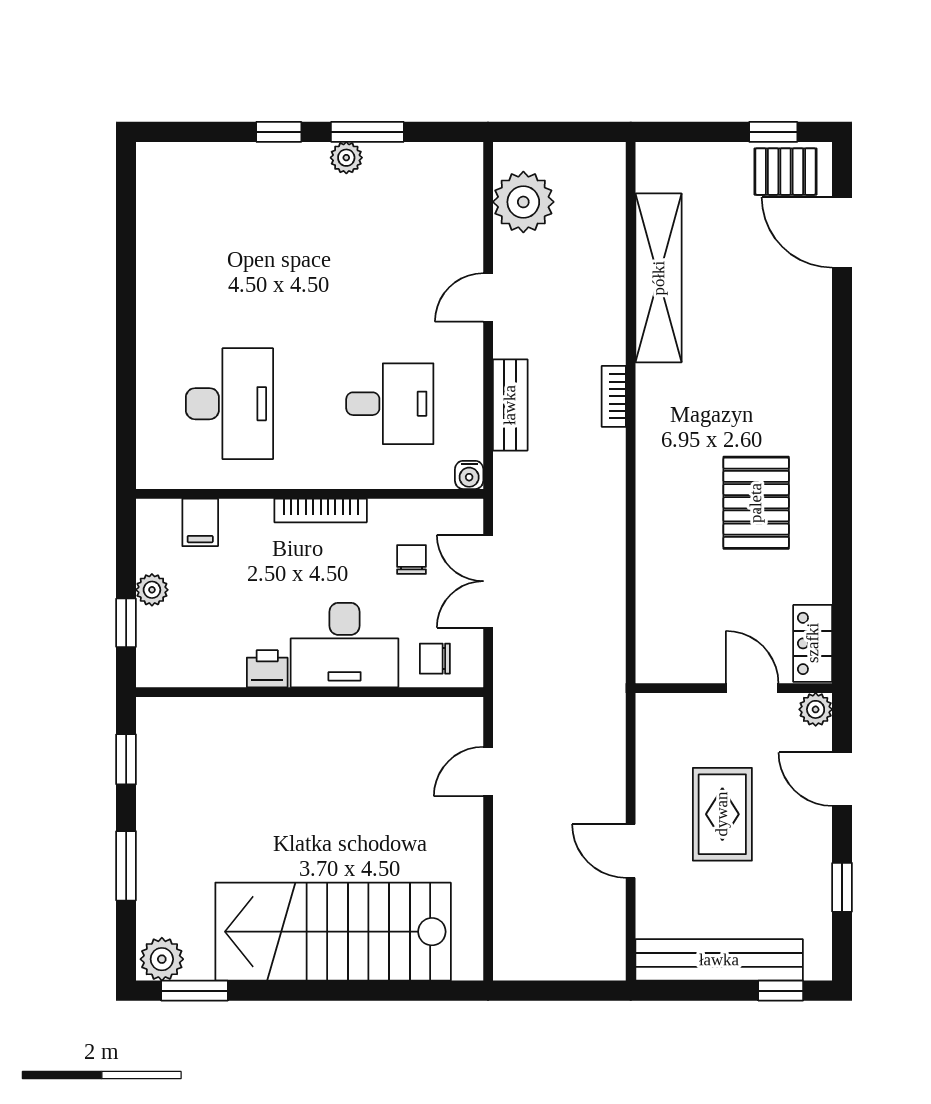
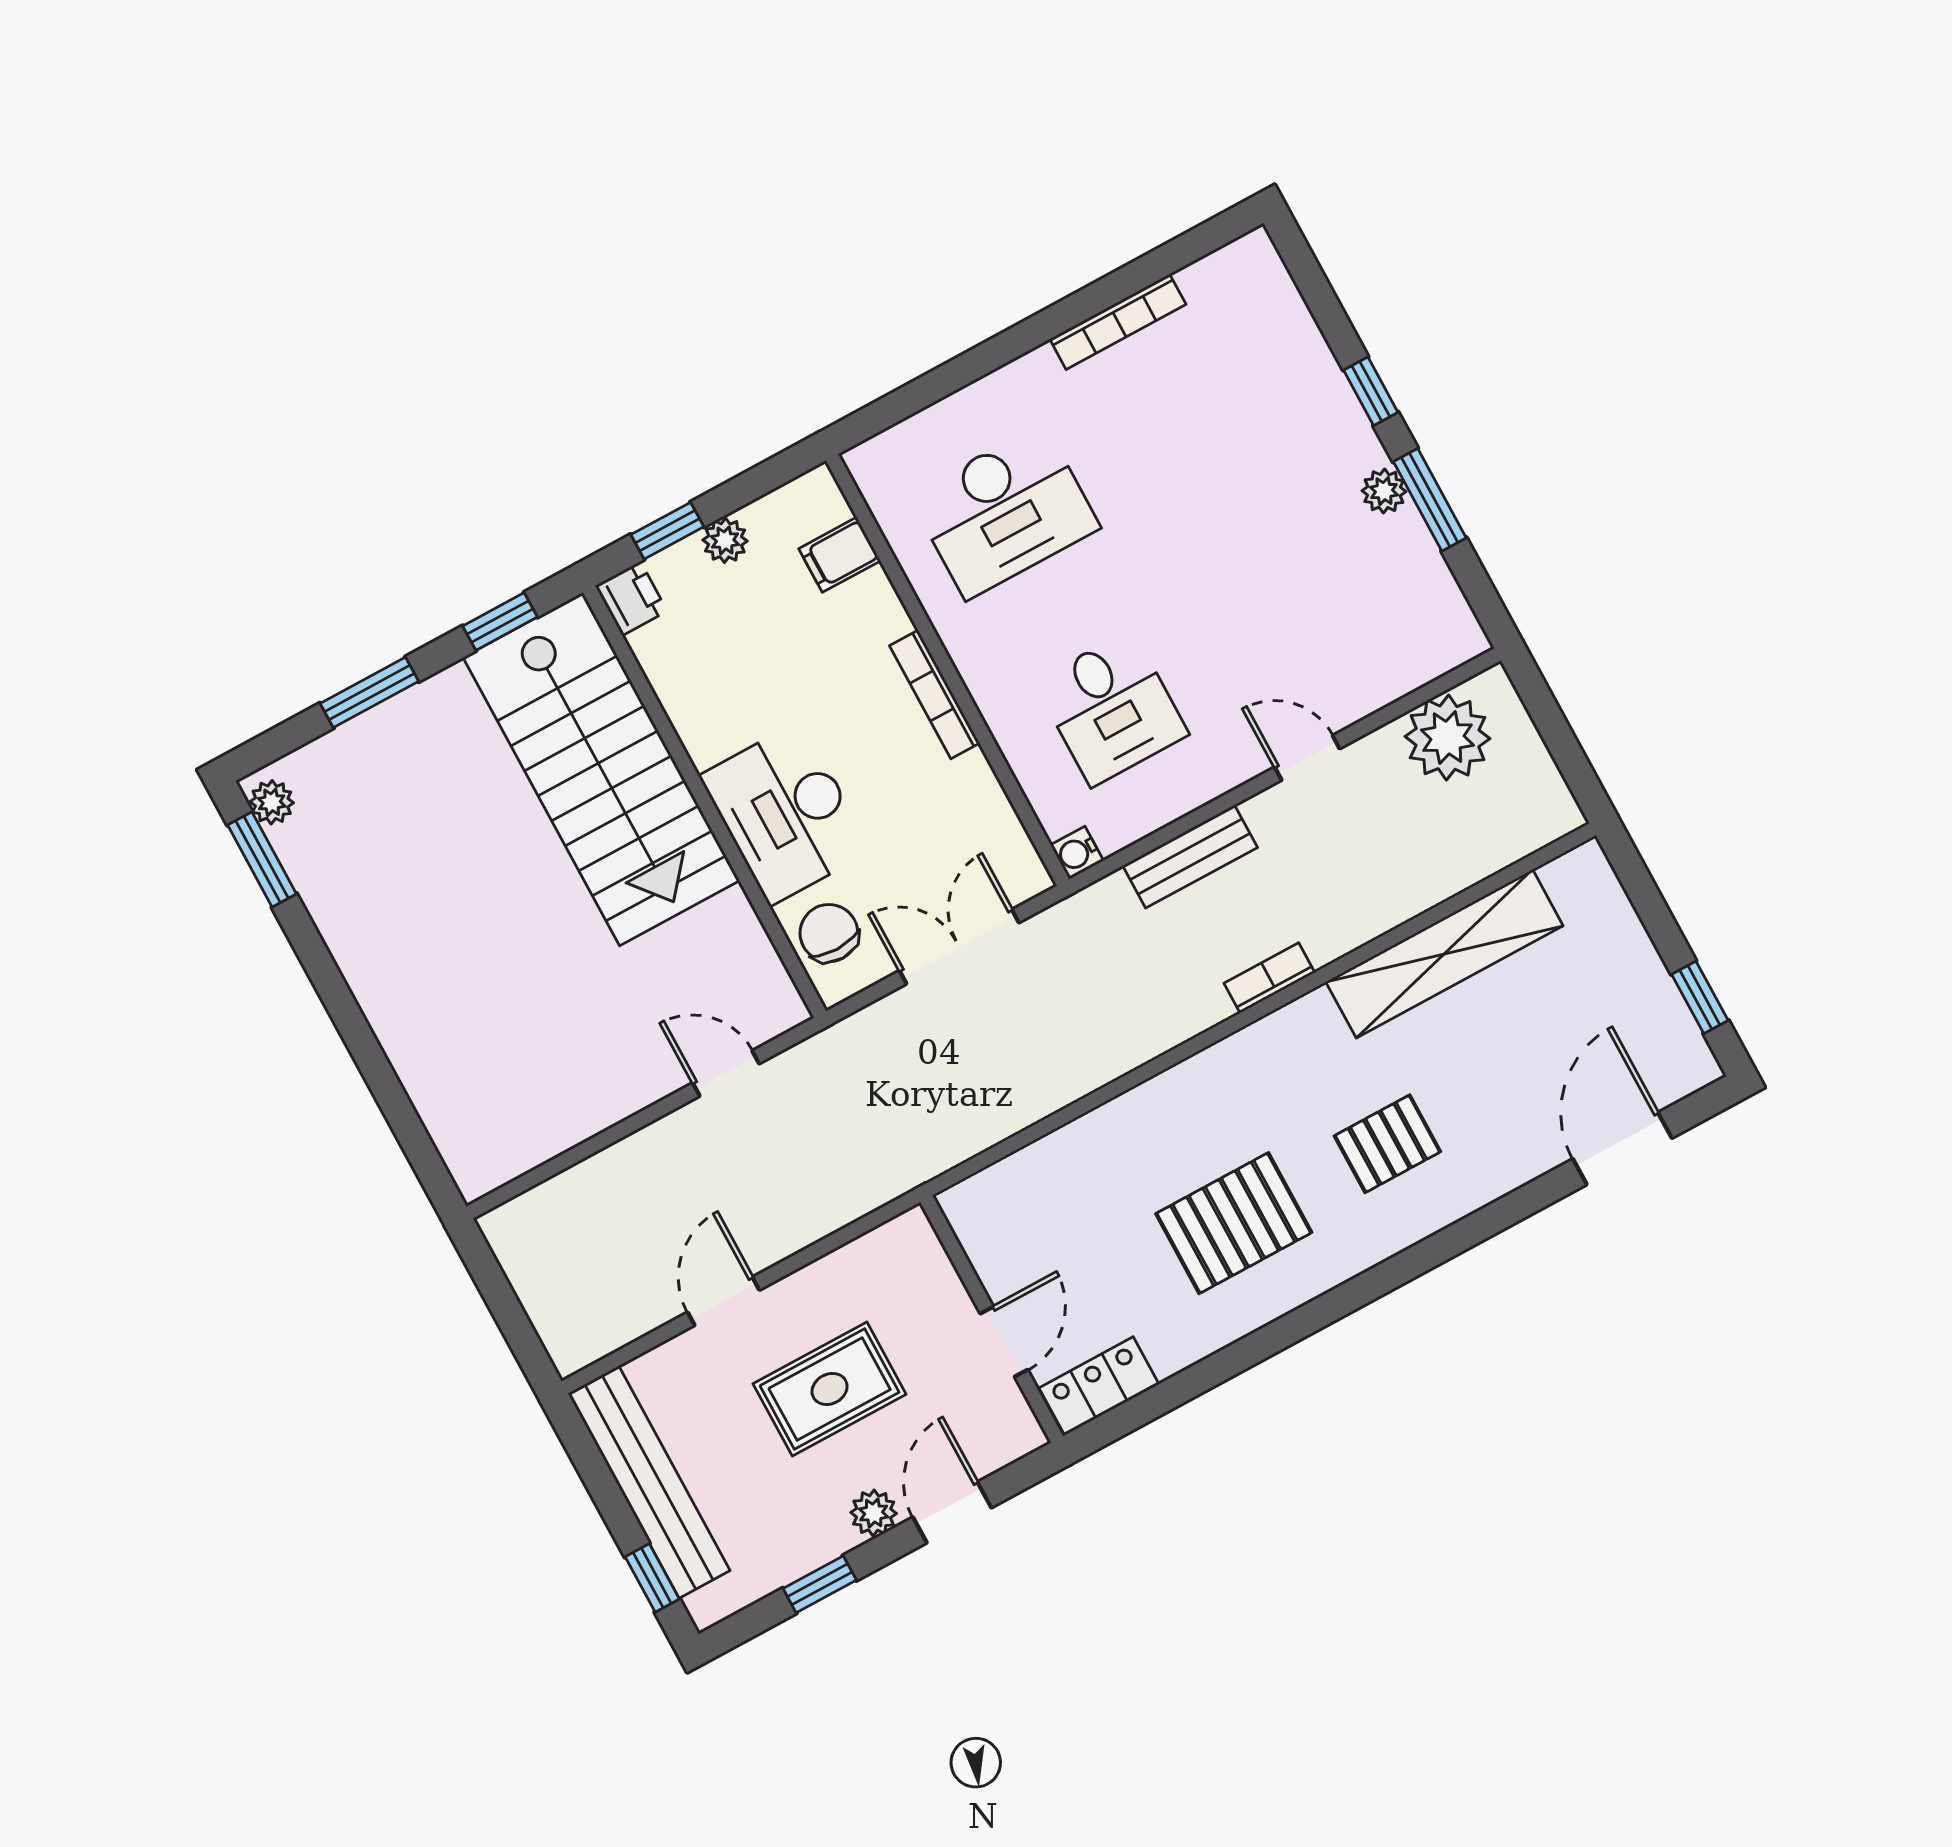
pallet: (786, 172) -> (1387, 1144), moved, turned 90
bookcase: (148, 267) -> (1118, 322), added
chair: (411, 559) -> (935, 838), removed
chair: (435, 659) -> (829, 933), width x1.37, depth x1.37
printer: (267, 669) -> (631, 598), moved
plant: (816, 709) -> (874, 1513), moved
stairs: (333, 932) -> (601, 769), moved, turned 180
plant: (162, 959) -> (272, 802), width x0.73, depth x0.73

